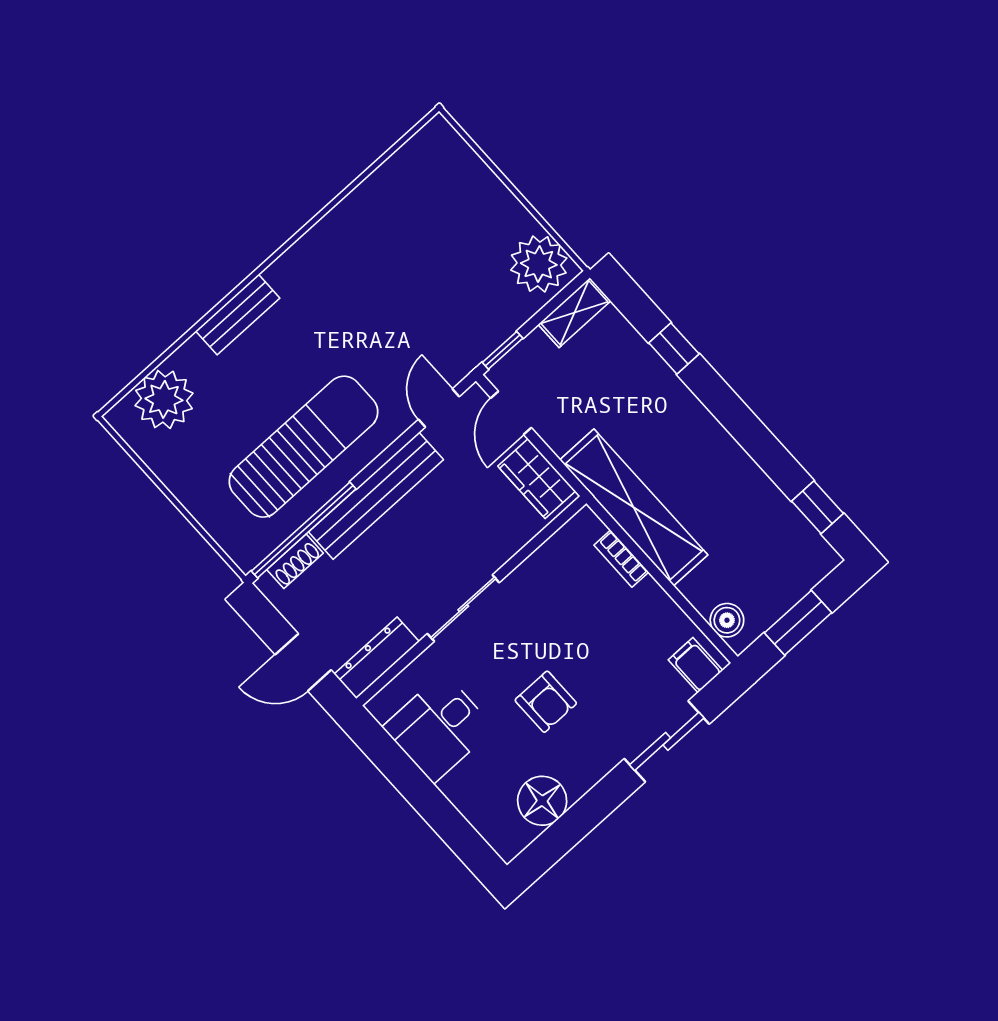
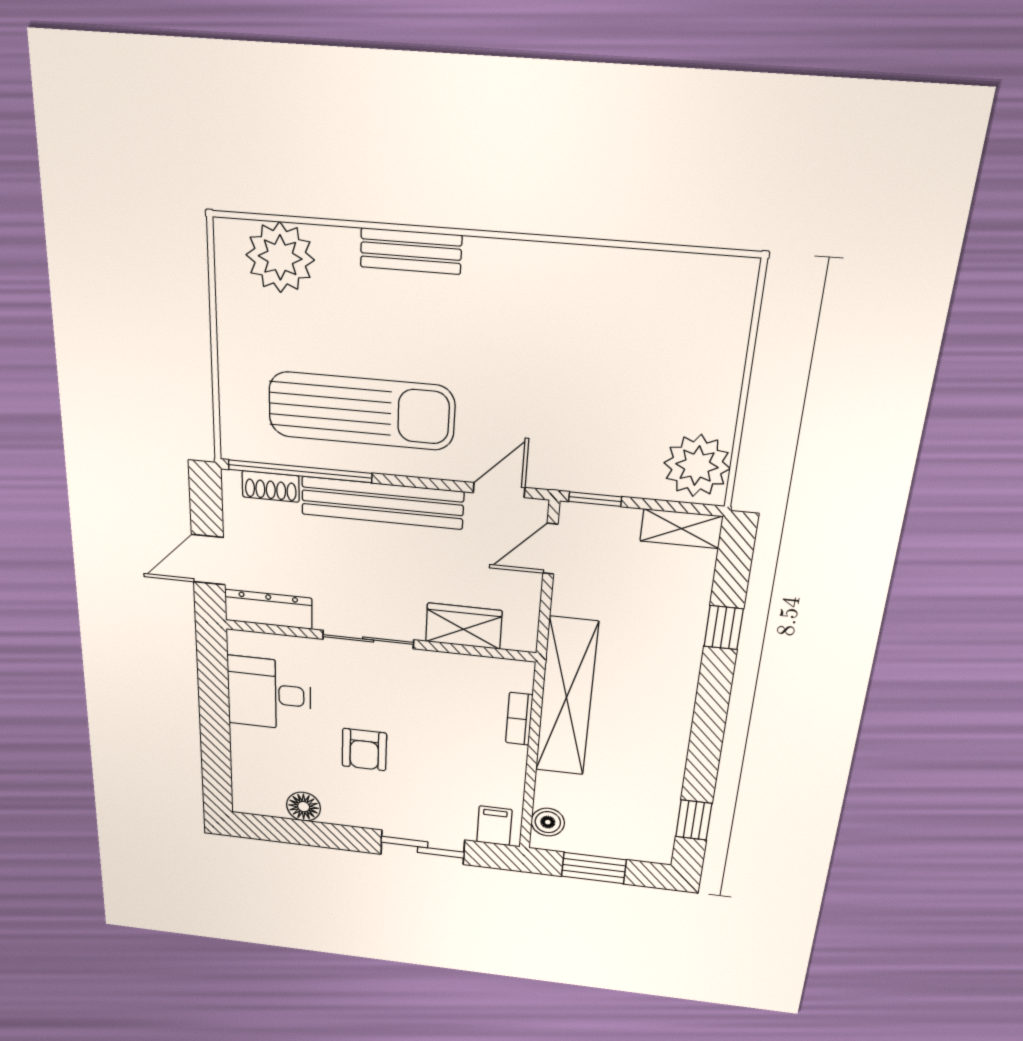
wardrobe: (537, 479) -> (464, 626), moved, turned 90
door: (303, 662) -> (208, 560), hinge flipped
floor lamp: (542, 801) -> (304, 807), width x0.73, depth x0.73

